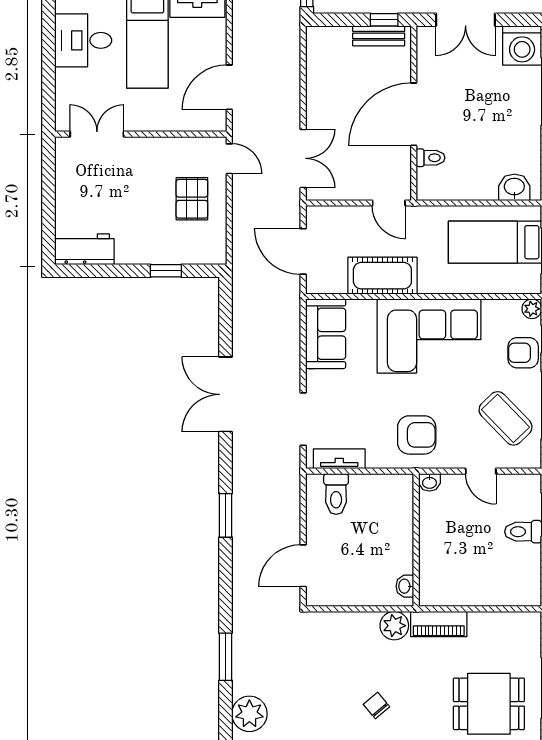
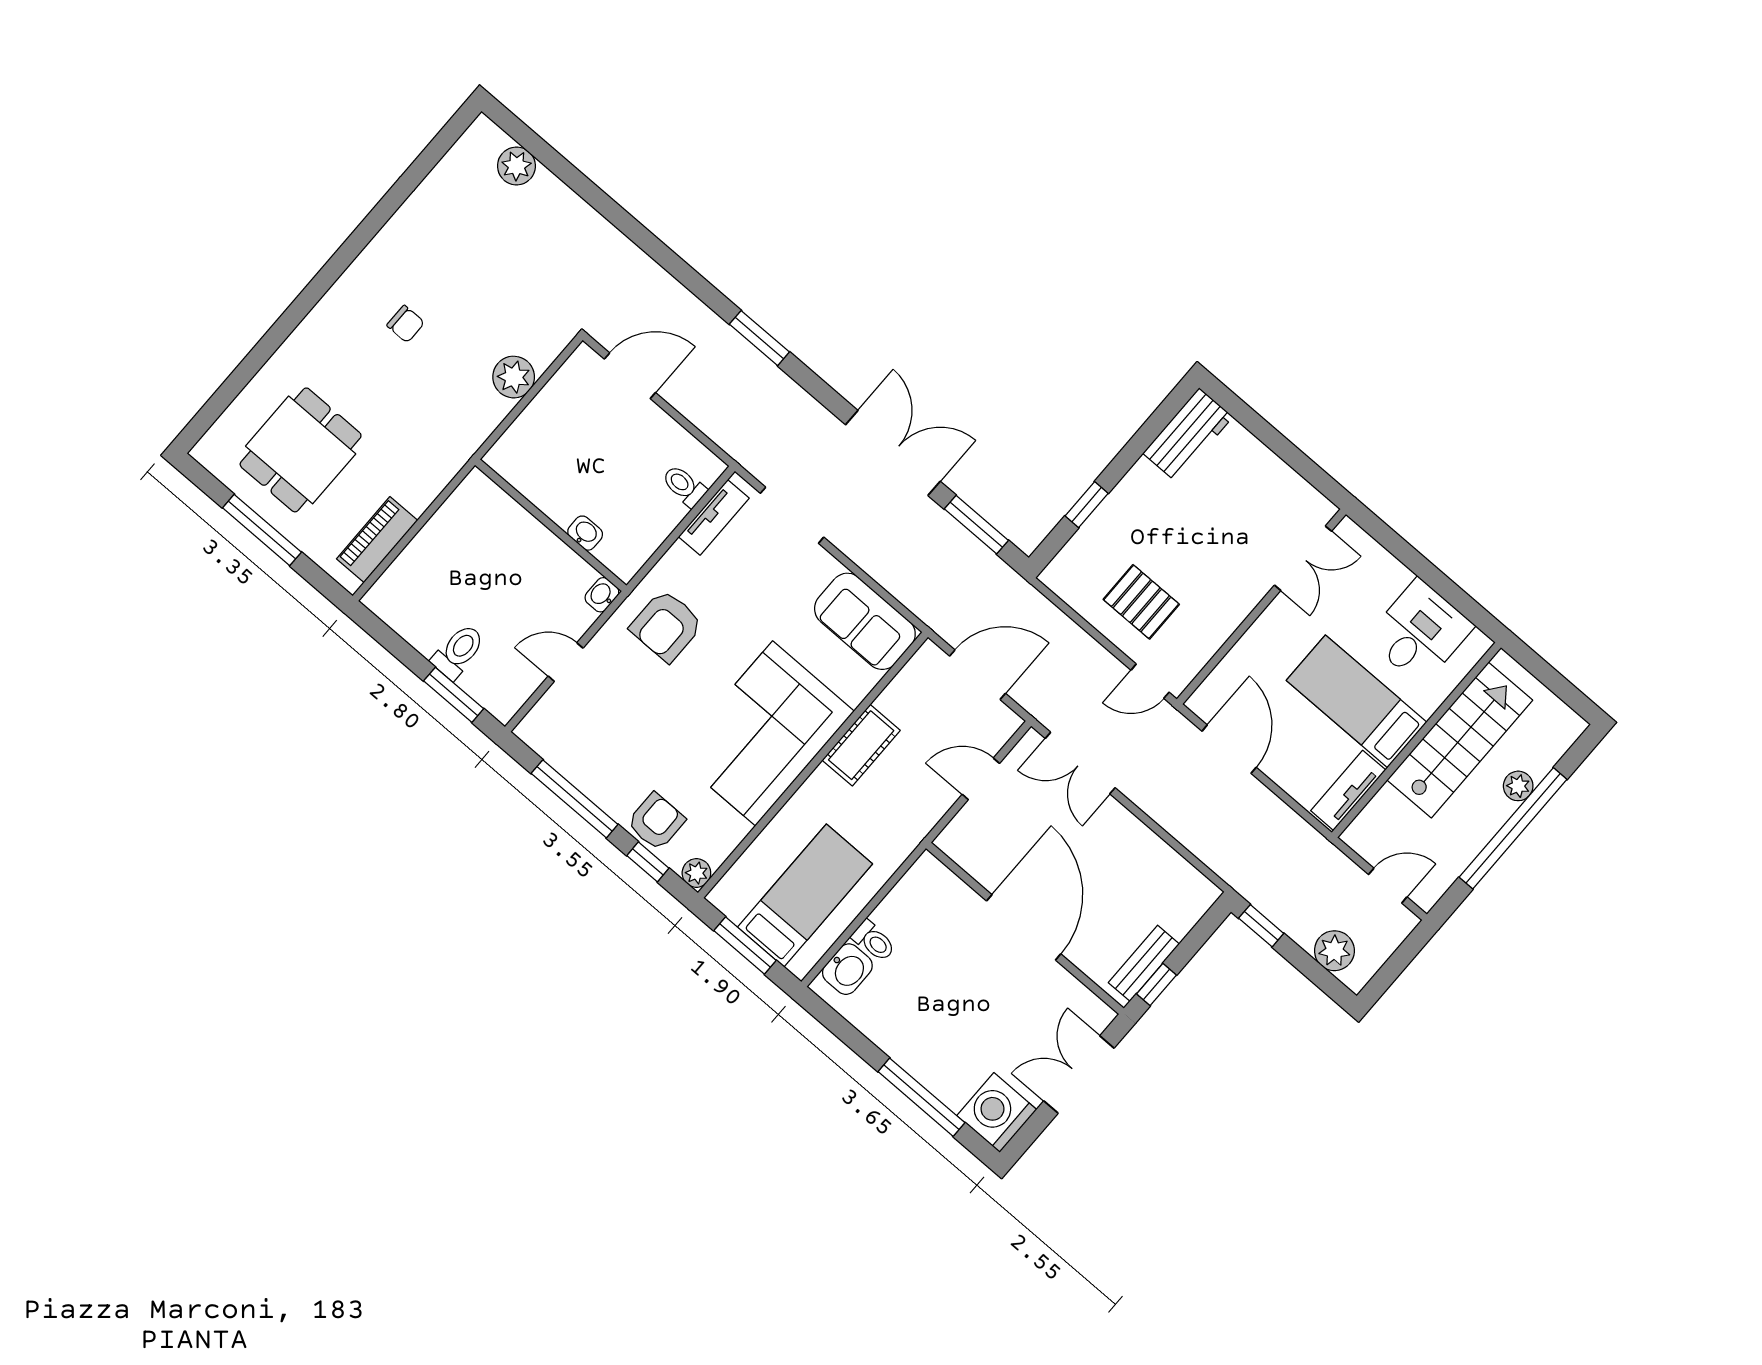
toilet: (431, 158) -> (874, 941), moved, turned -90
door: (389, 203) -> (981, 779), moved
cot: (382, 276) -> (861, 745), width x0.73, depth x0.75
coffee table: (506, 418) -> (600, 740), removed
toilet: (336, 494) -> (684, 486), width x0.73, depth x0.72
door: (303, 566) -> (630, 376), hinge flipped
washbasin: (405, 586) -> (585, 533), moved
piano: (439, 624) -> (377, 540), moved
plant: (394, 626) -> (514, 377), moved
window: (226, 657) -> (976, 525), moved
chair: (376, 705) -> (406, 324), turned 40
plant: (249, 714) -> (516, 166), width x0.73, depth x0.73

